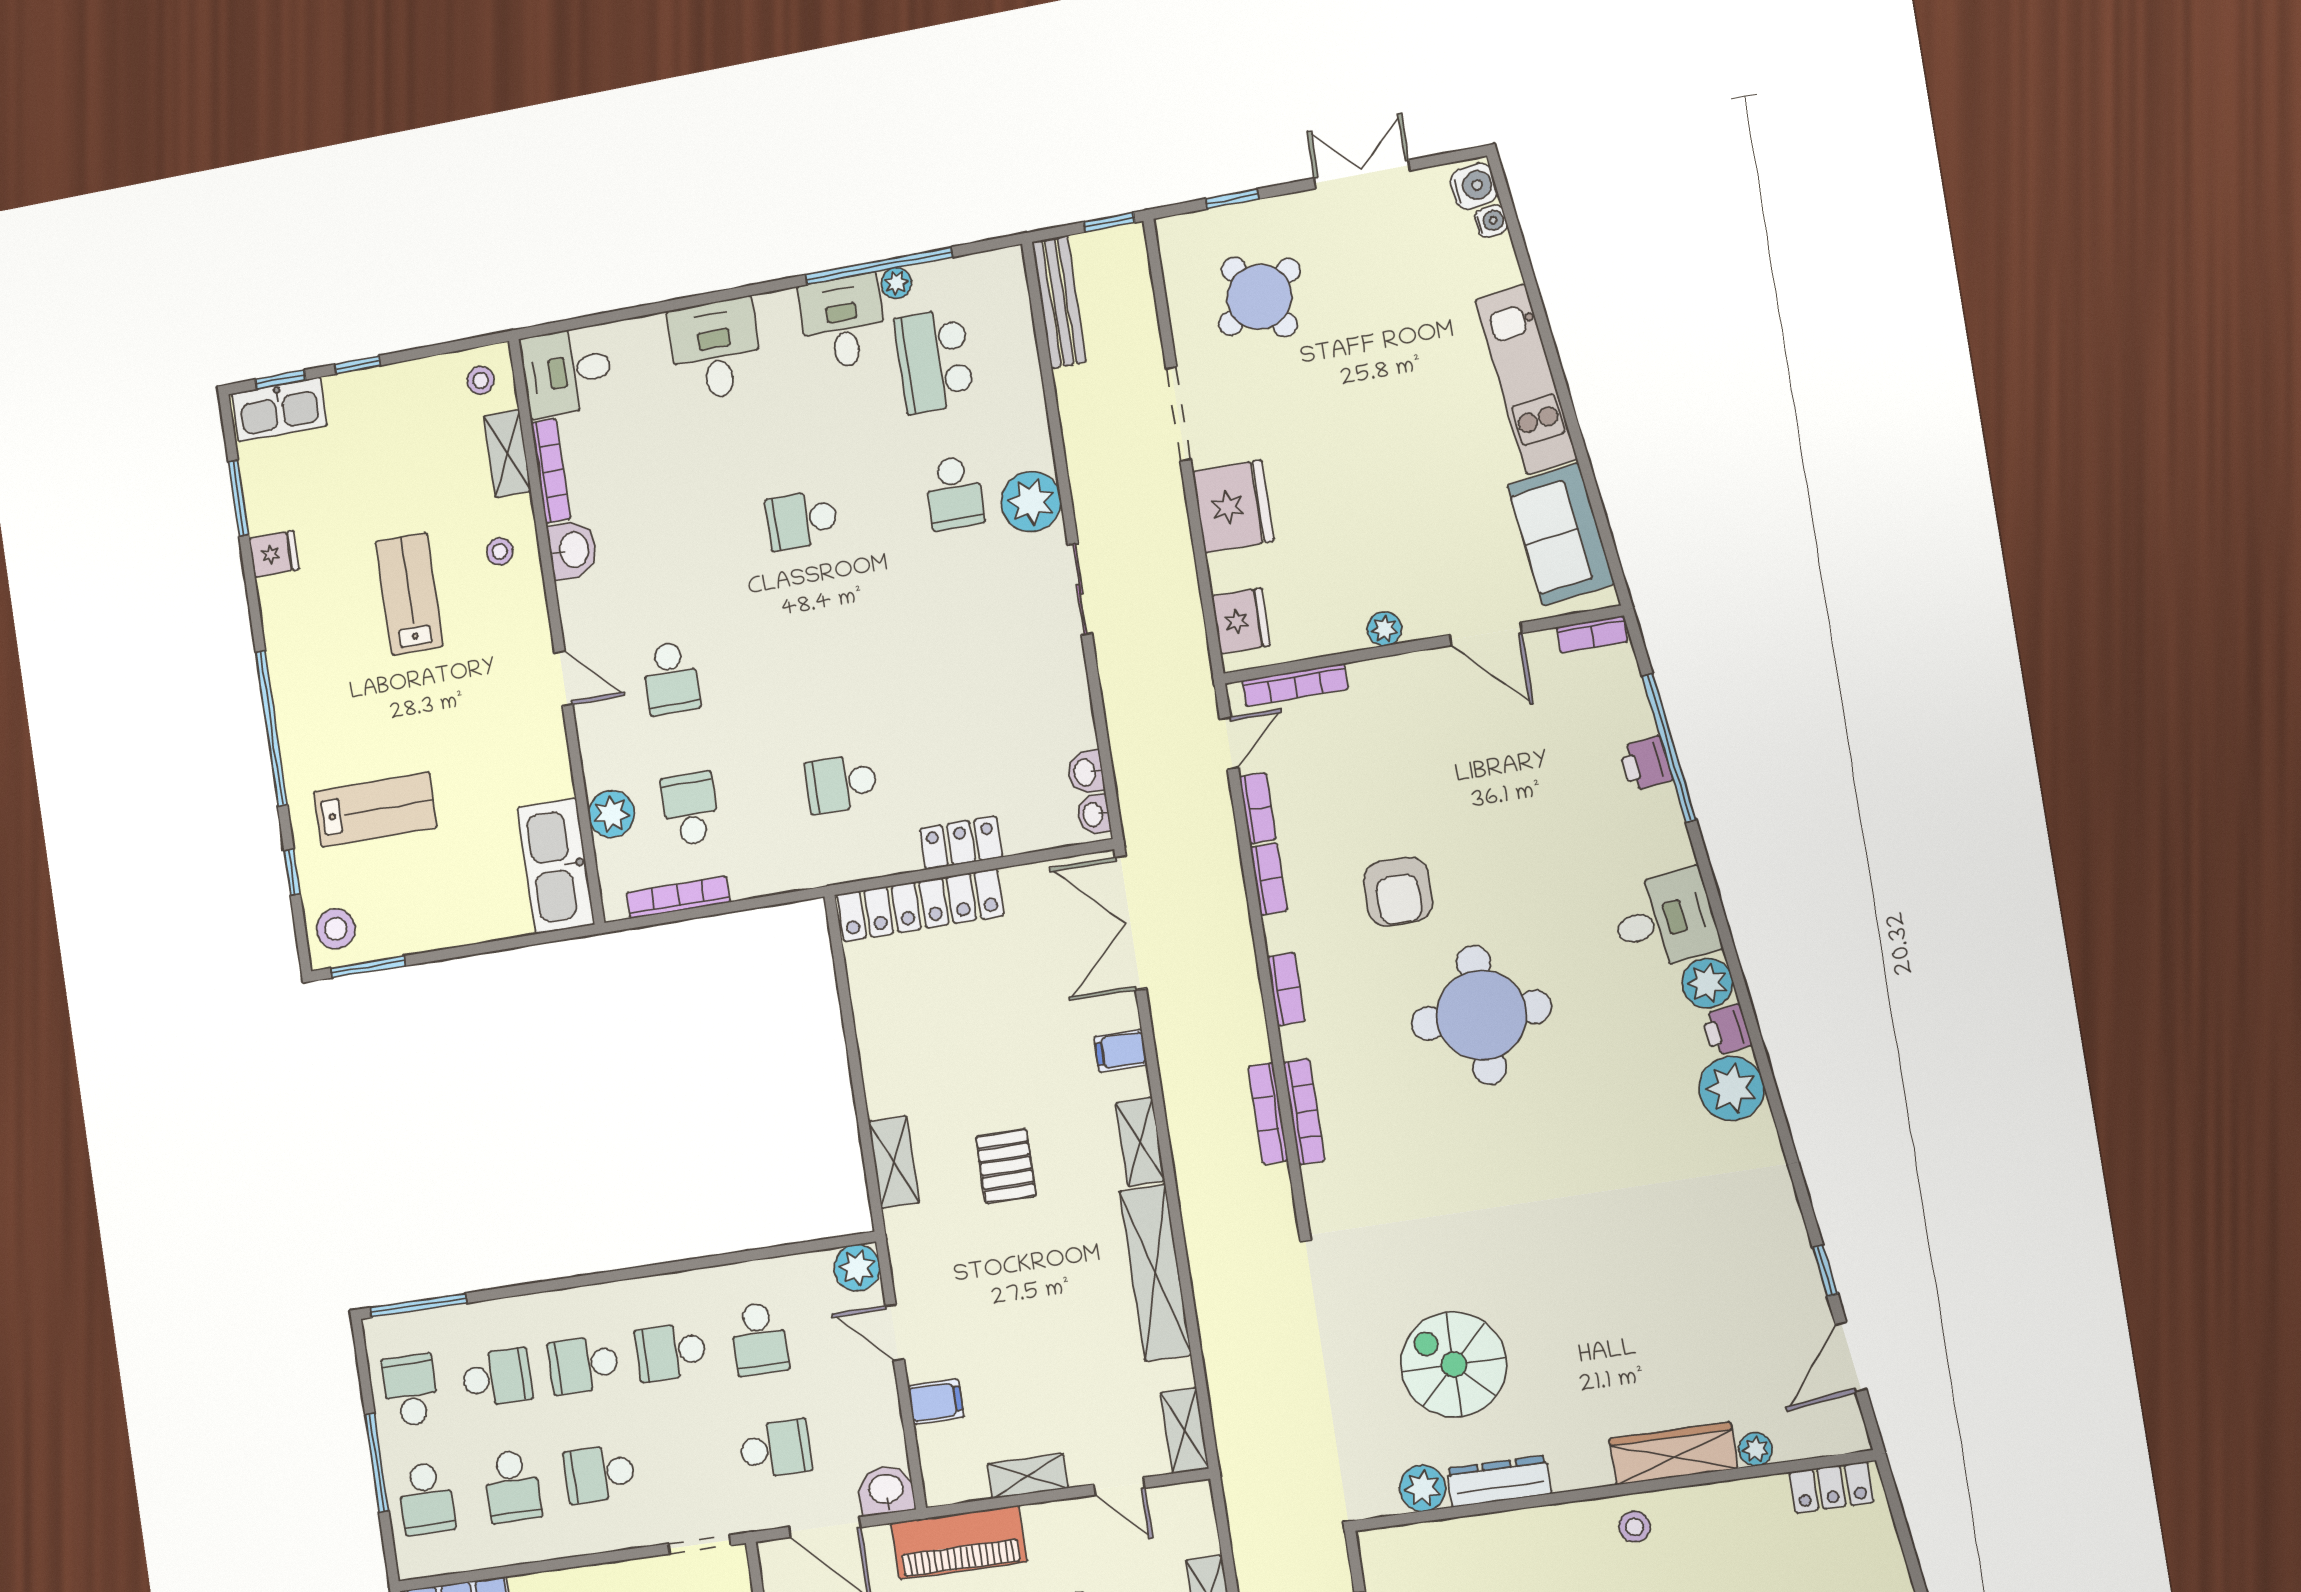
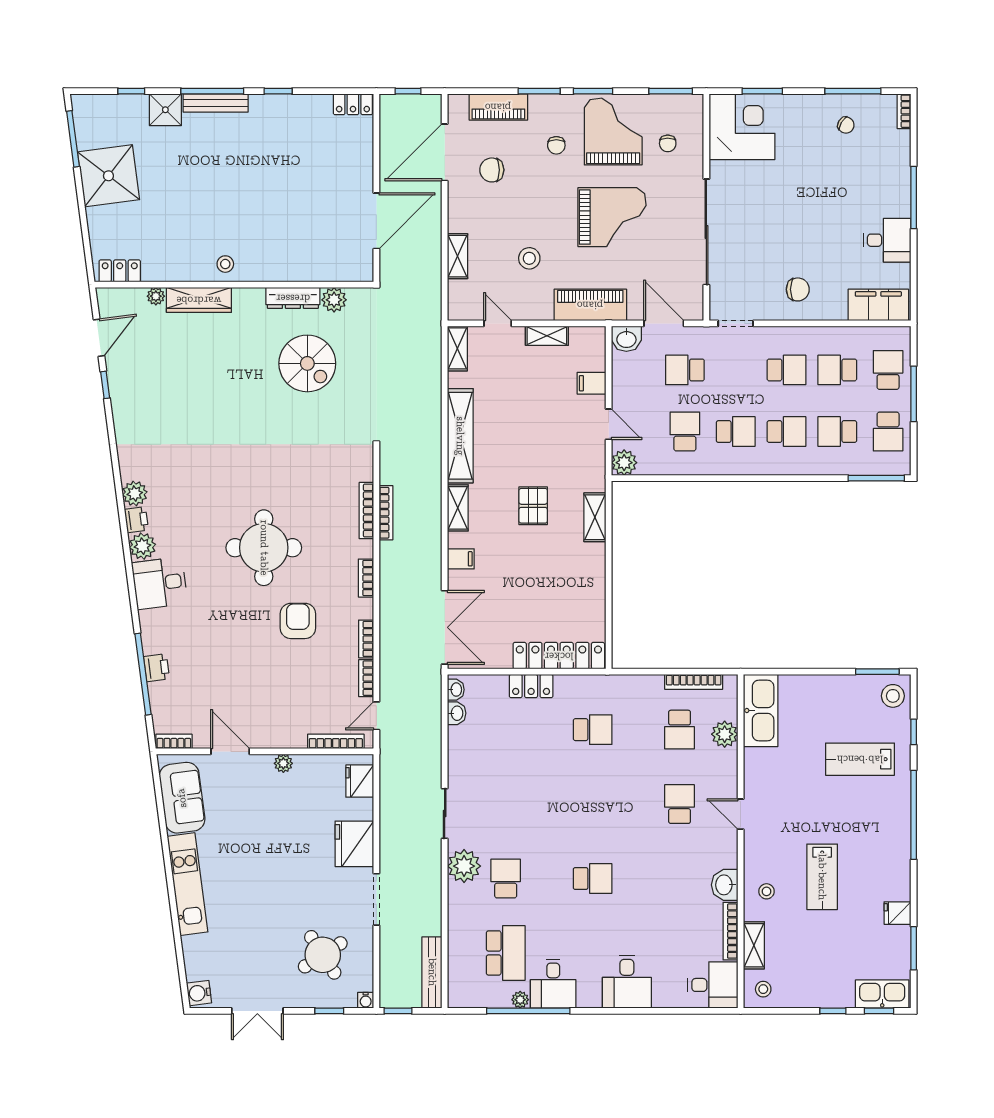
water cooler: (1491, 221) -> (366, 1000), moved, turned -83
plant: (1731, 1088) -> (135, 493), width x0.73, depth x0.73
school desk: (512, 1486) -> (837, 370), turned -90

